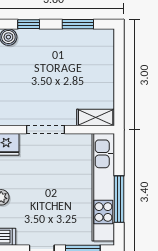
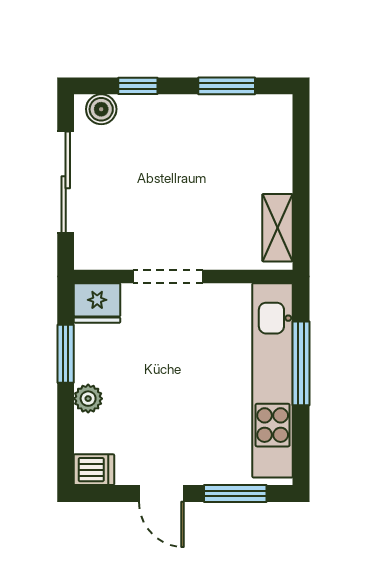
shelving: (96, 118) -> (277, 228), moved, turned 90
window: (119, 199) -> (301, 363), moved

